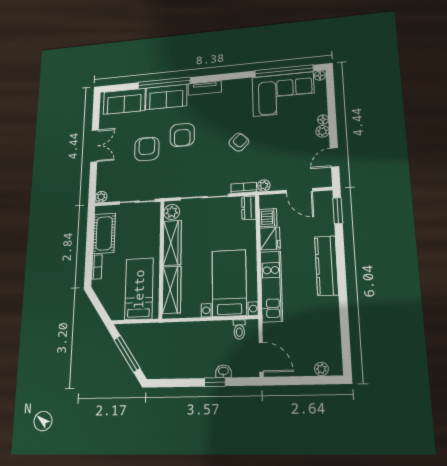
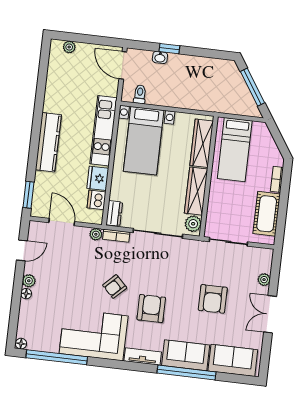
corner sofa: (283, 94) -> (94, 335), moved
armchair: (182, 135) -> (151, 309), moved
plant: (101, 197) -> (264, 280), moved

